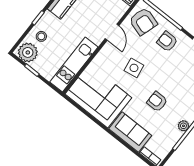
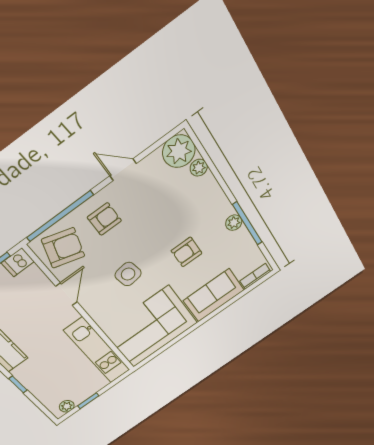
door: (112, 32) -> (66, 294), hinge flipped
stool: (41, 36) -> (46, 384), removed
armchair: (167, 41) -> (104, 219), turned 180
plant: (28, 52) -> (67, 406), width x0.53, depth x0.53

